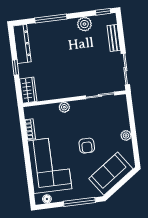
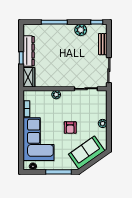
dresser: (22, 44) -> (29, 51), moved

